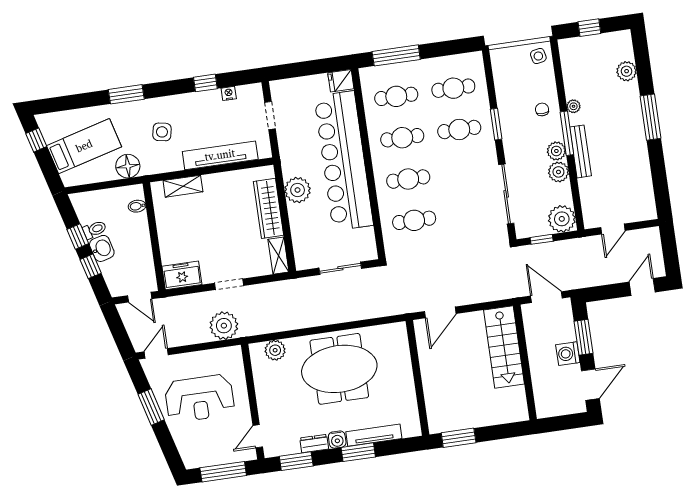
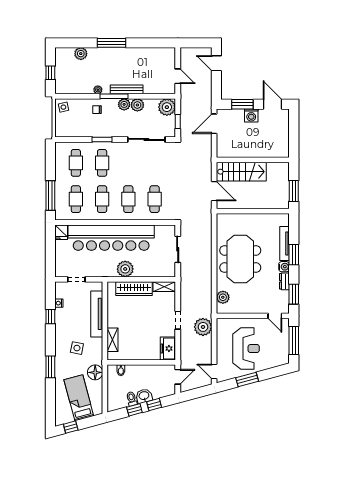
stairs: (504, 347) -> (241, 172), moved
wall: (525, 362) -> (253, 160), moved

